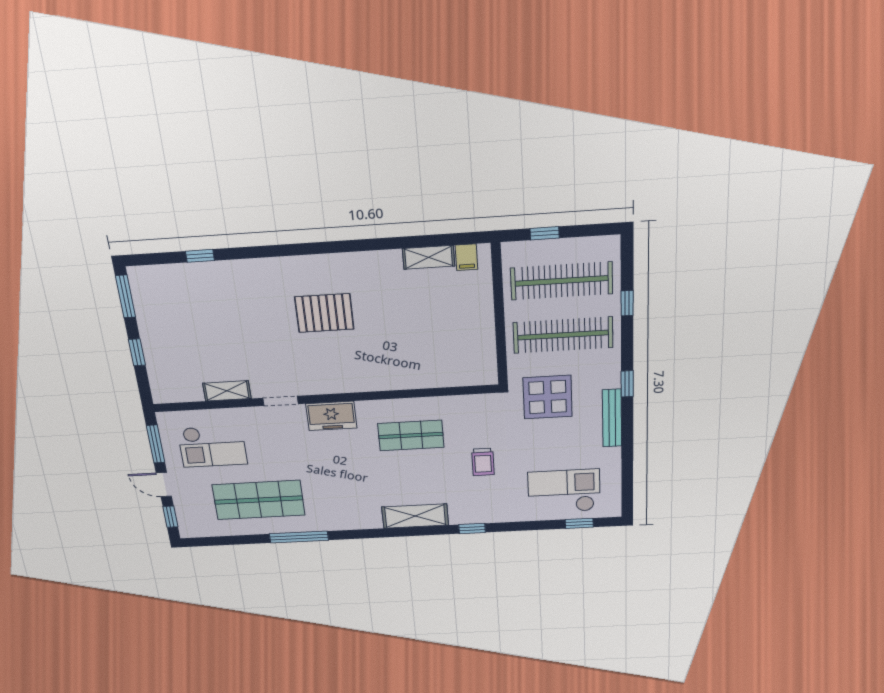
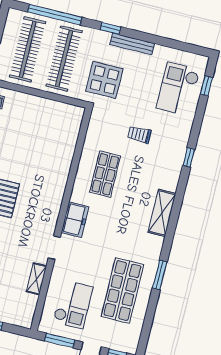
window: (627, 303) -> (55, 15), width x3.17
trolley: (483, 462) -> (139, 135), turned 180
shelving: (415, 516) -> (162, 213), moved
window: (299, 537) -> (160, 275), width x0.69

